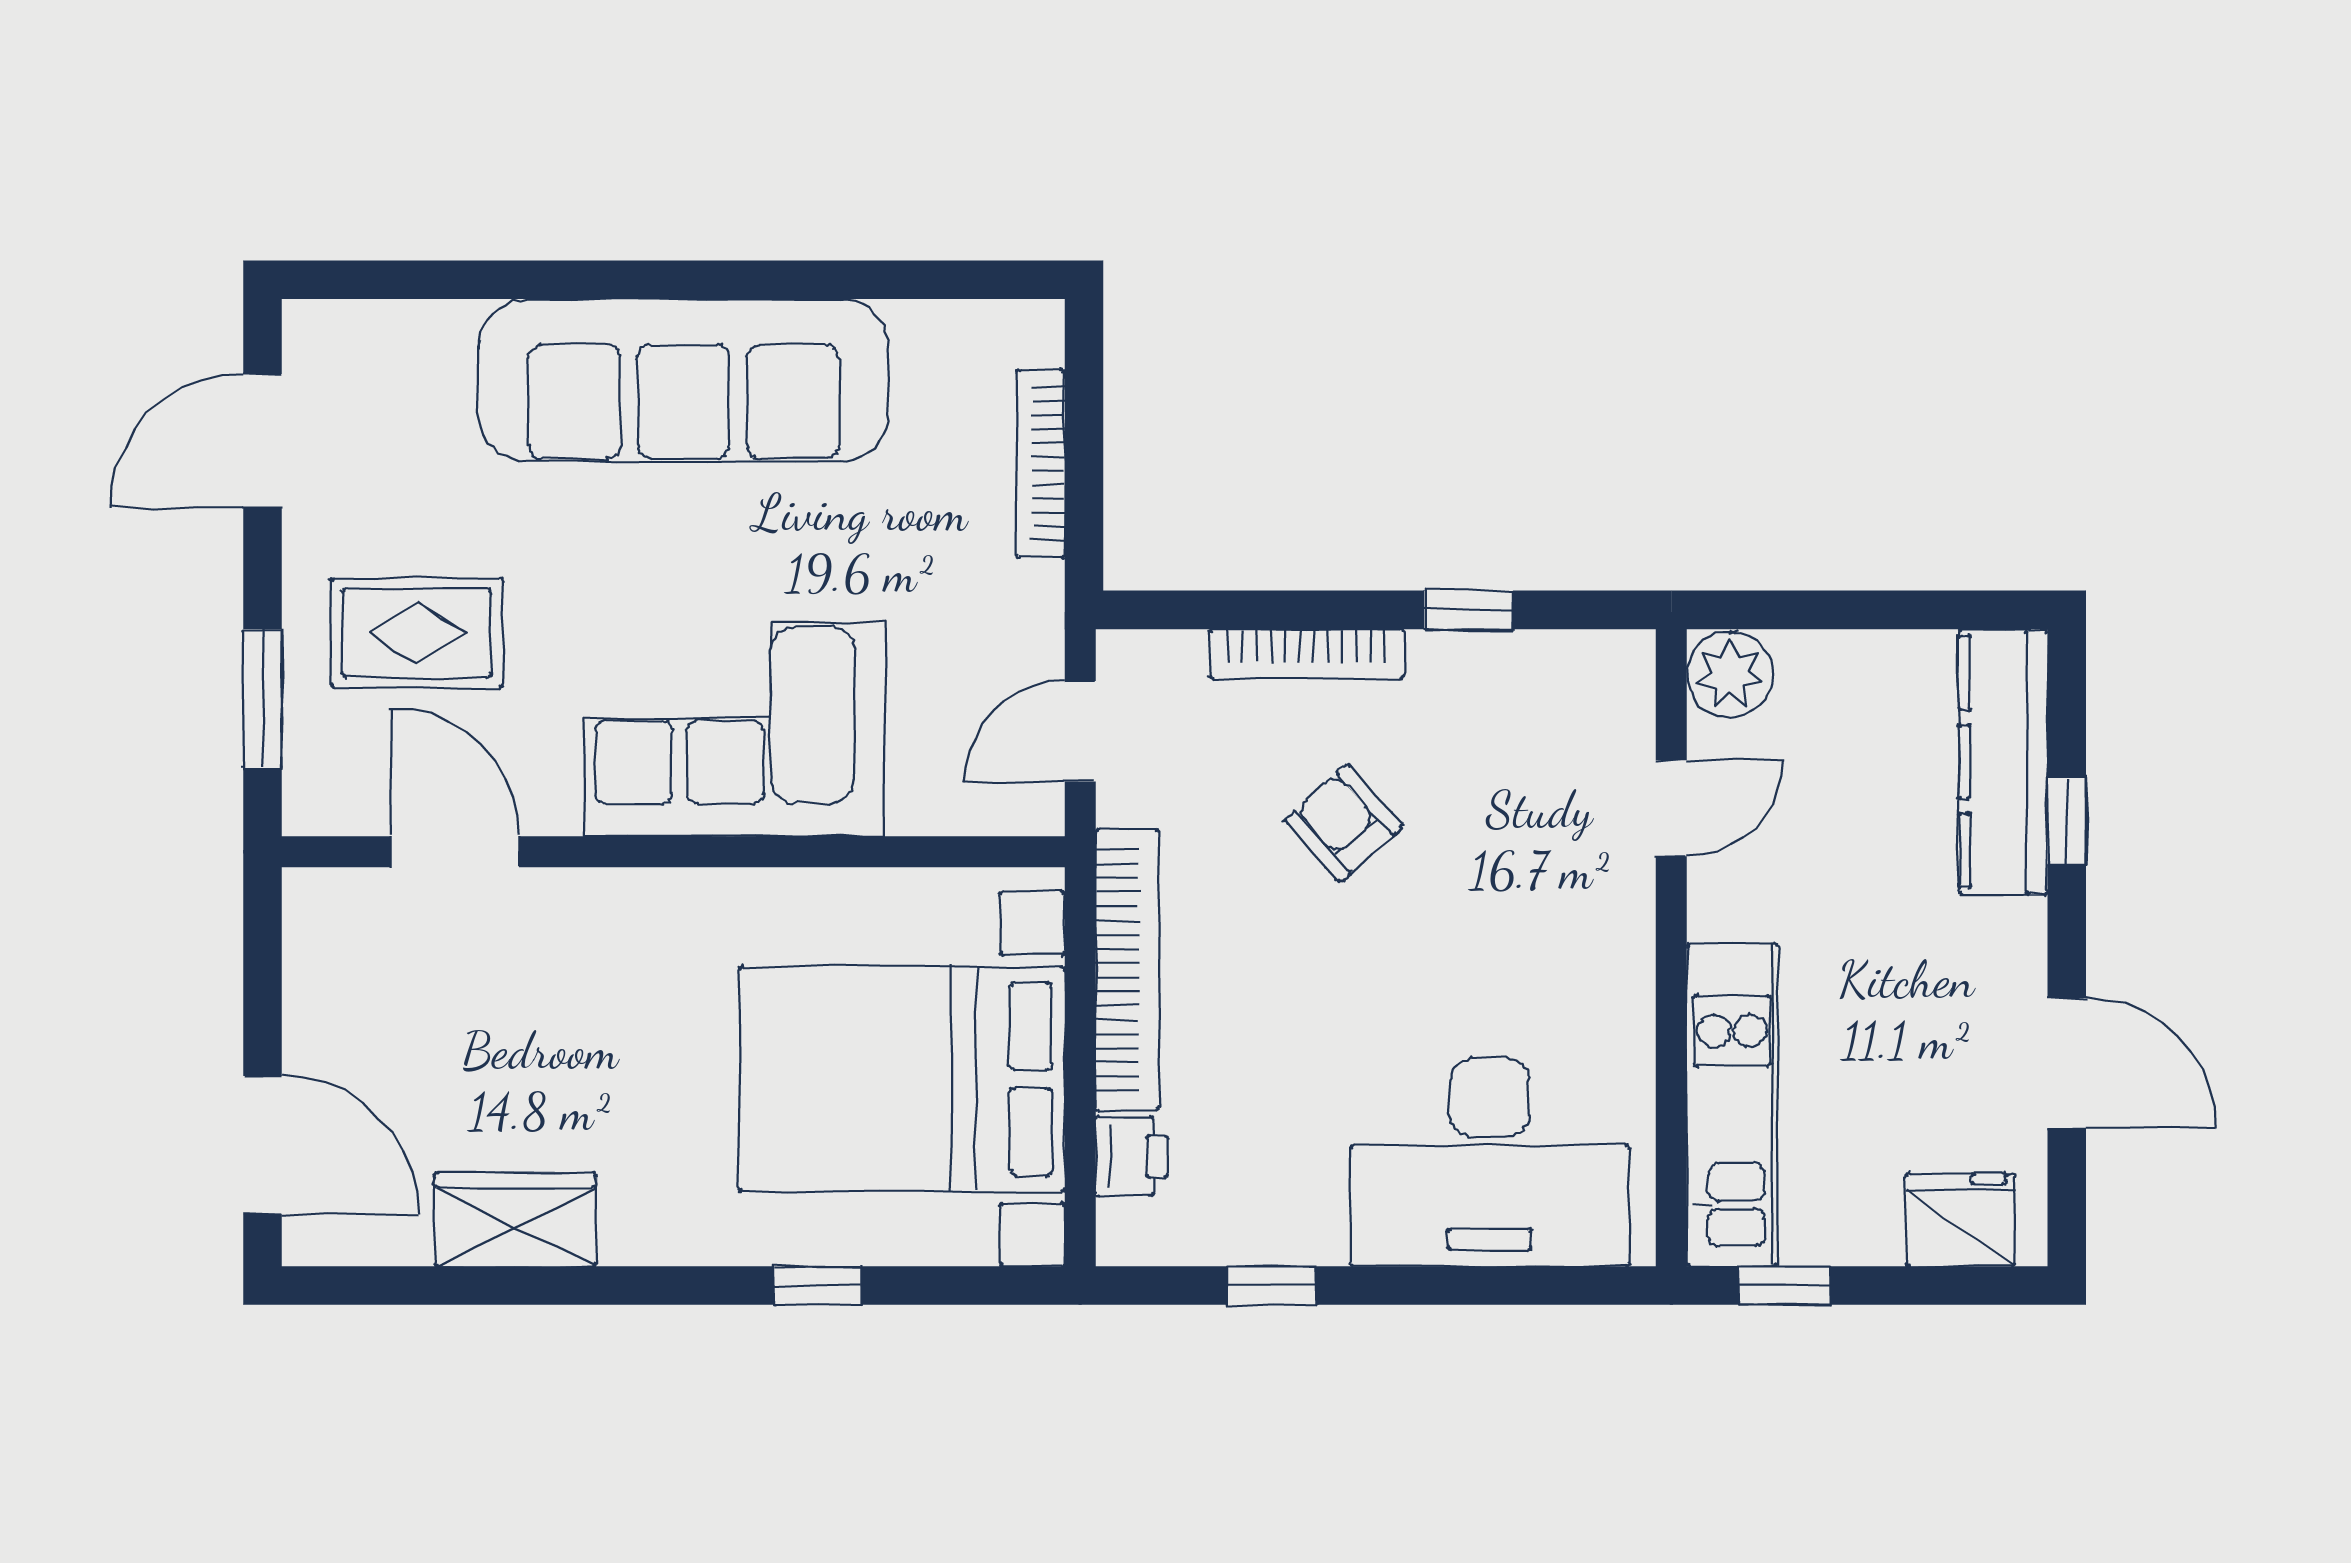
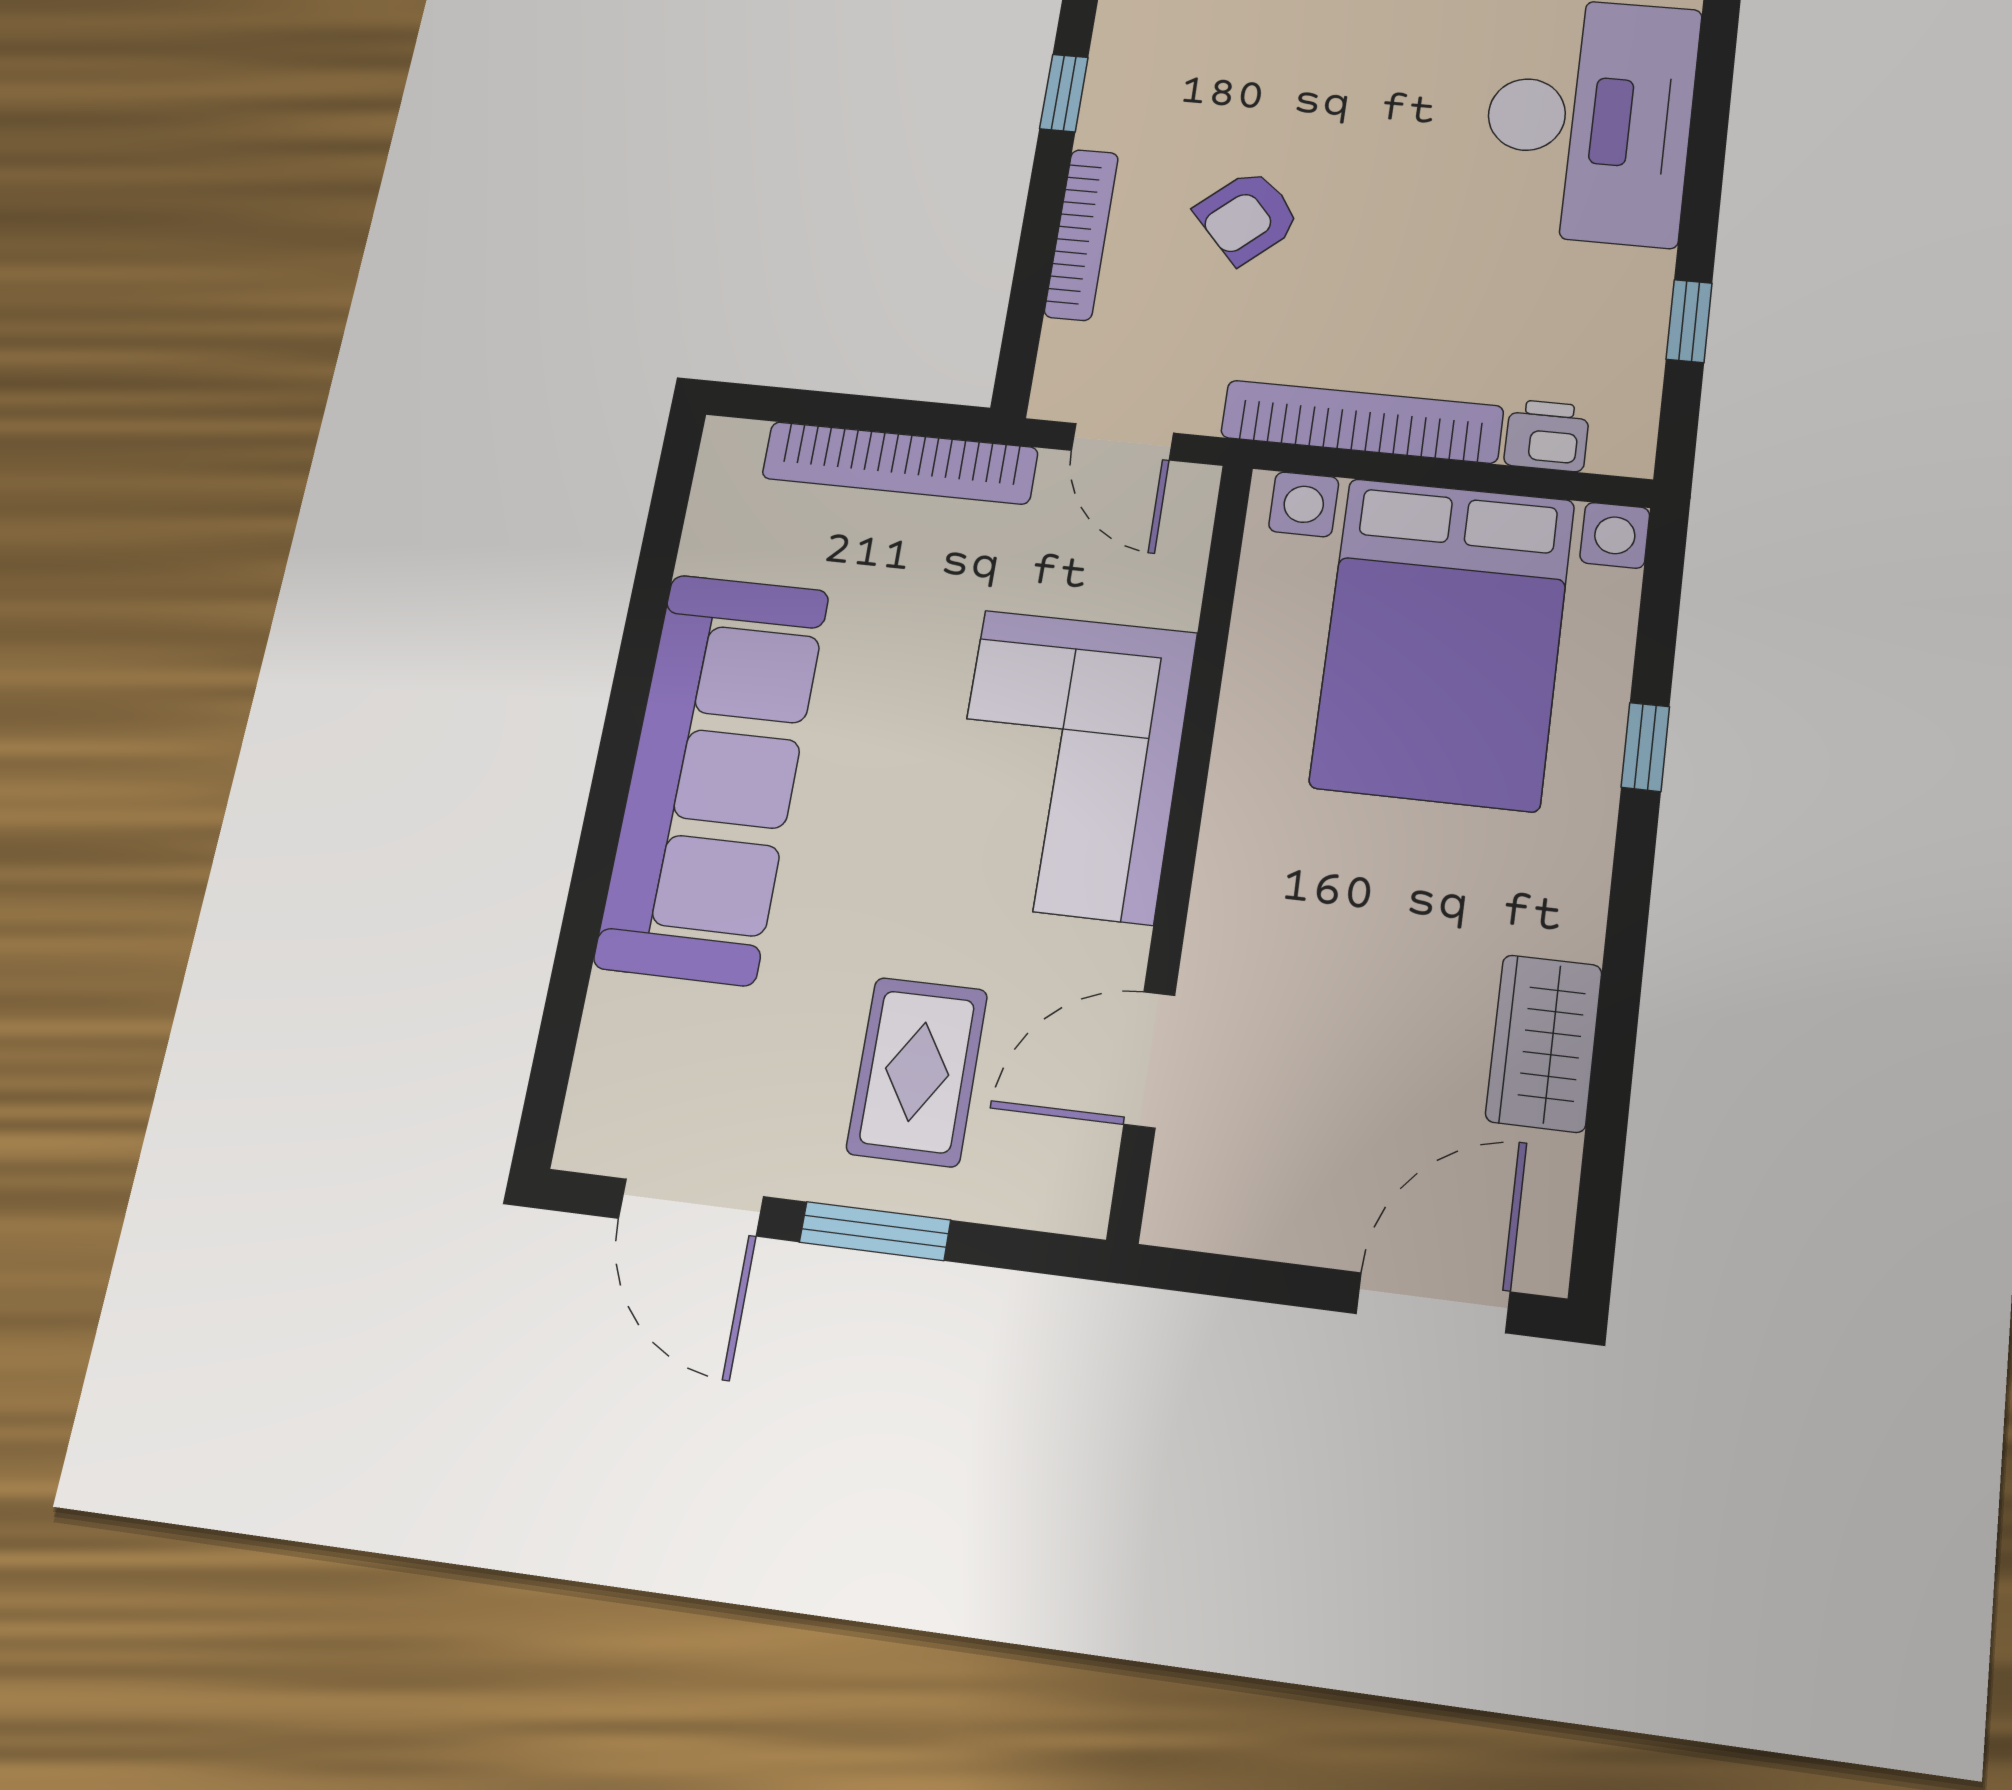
bookcase: (1041, 463) -> (900, 463), width x1.48, depth x1.31
window: (263, 699) -> (875, 1231), moved

